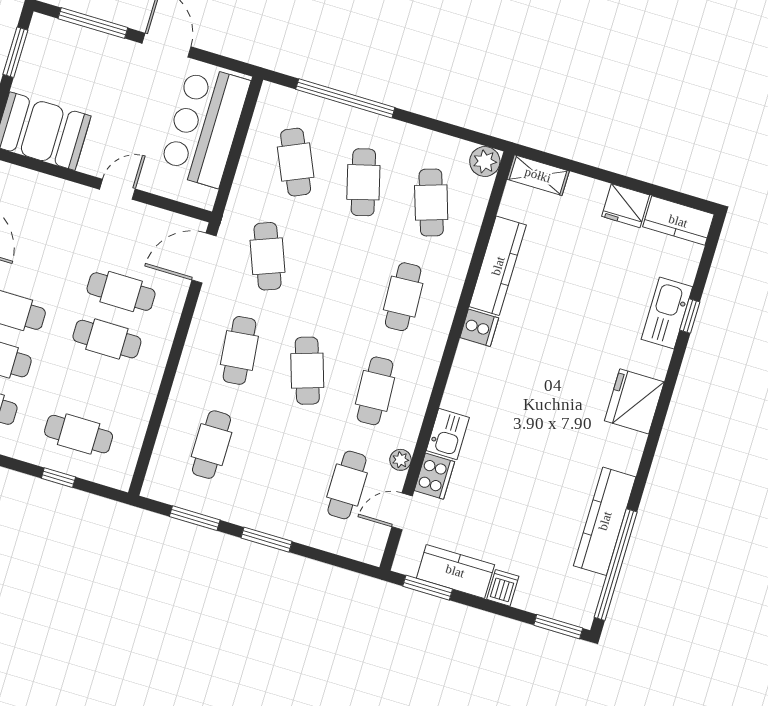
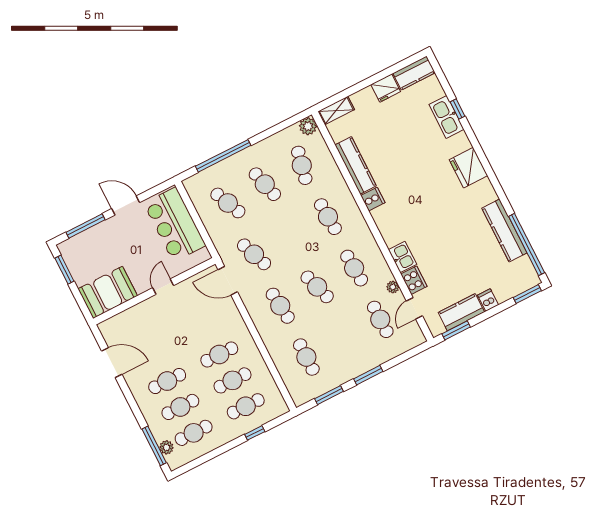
cafe table: (431, 203) -> (302, 165), turned 30
door: (204, 258) -> (228, 281), hinge flipped
cafe table: (121, 292) -> (232, 380), moved

